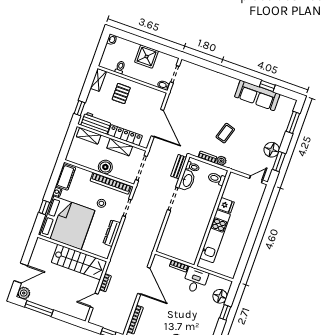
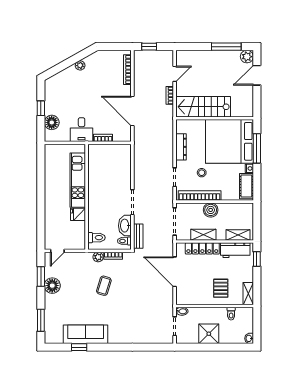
window: (44, 207) -> (257, 148), width x2.17

